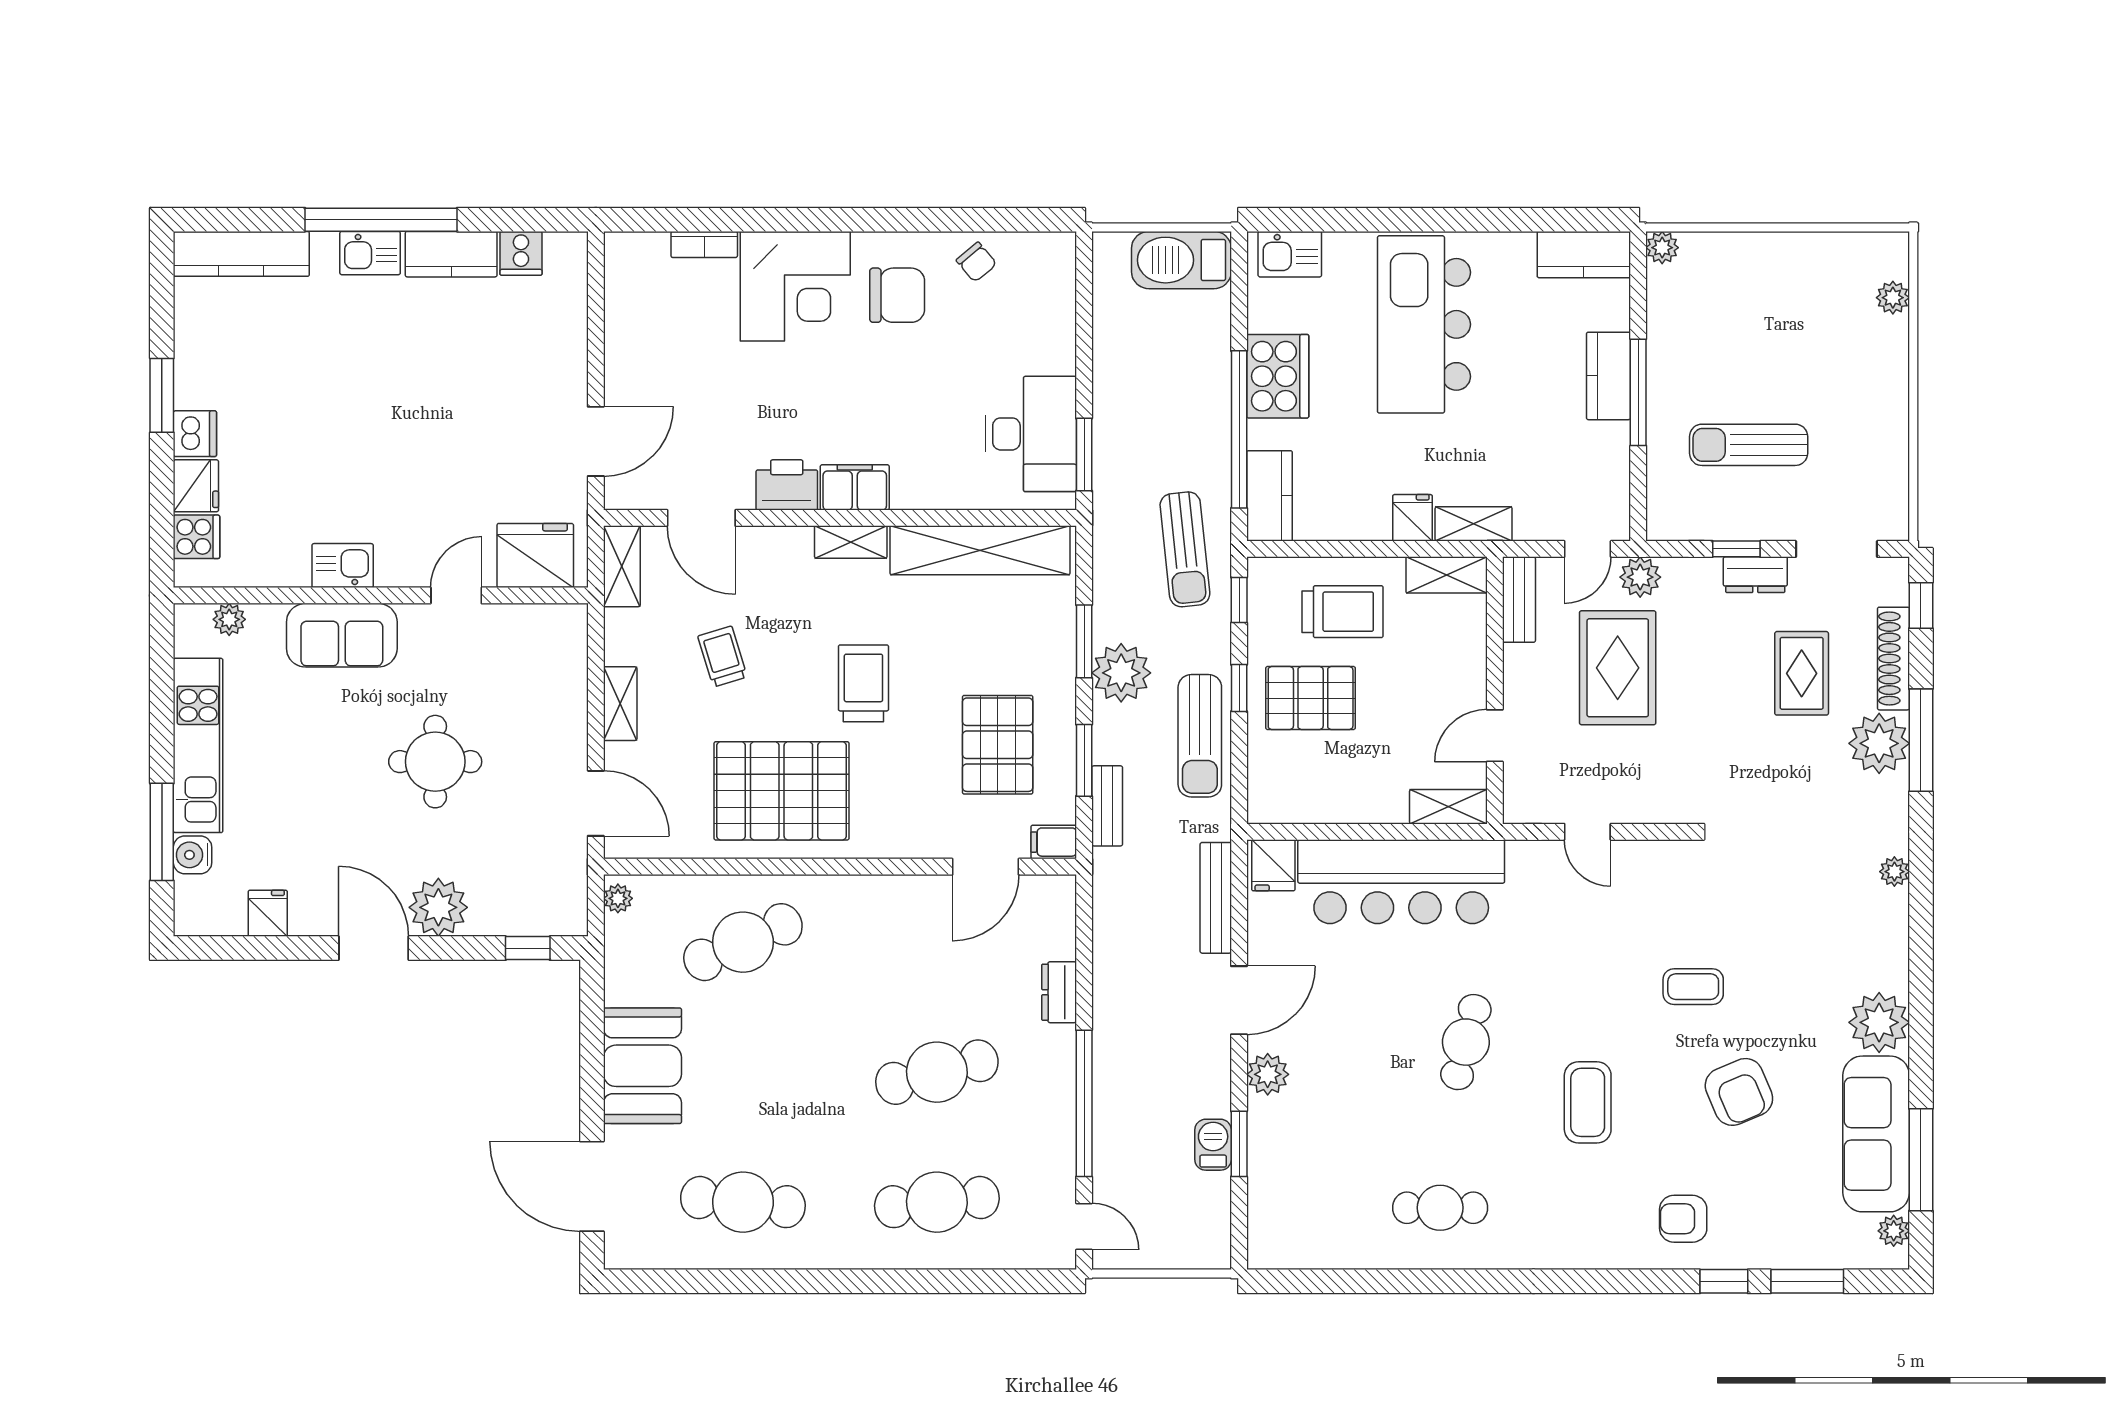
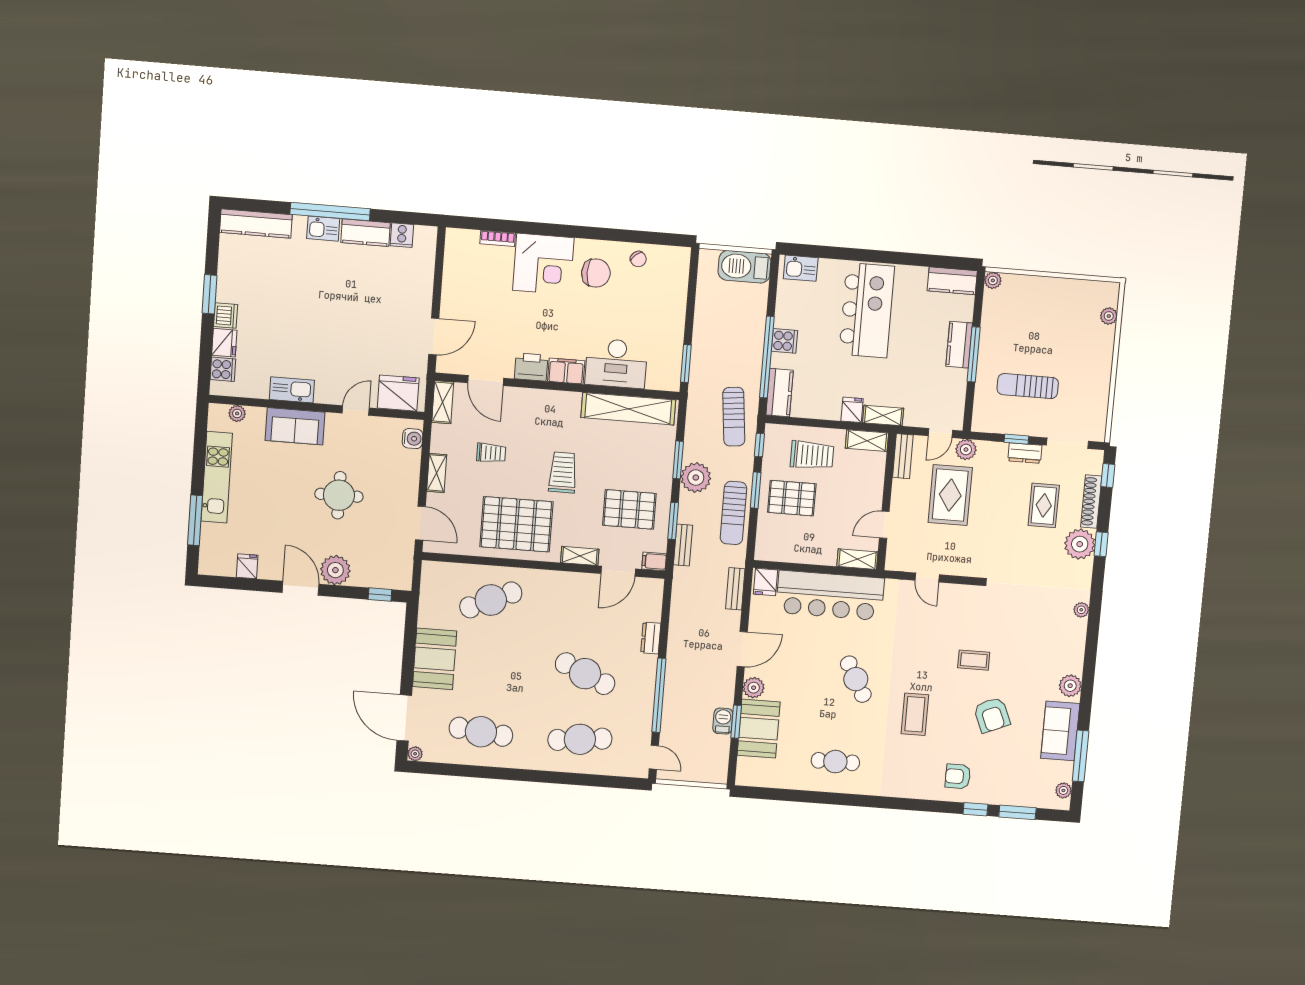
kitchen island: (1424, 324) -> (867, 310), turned 180
cooker: (1278, 376) -> (784, 341), width x0.53, depth x0.76
desk: (1031, 434) -> (616, 363), moved, turned 90
shelving: (851, 542) -> (580, 556), moved
kitchen sink: (343, 566) -> (292, 390), width x1.38
trolley: (722, 657) -> (491, 453), turned 107
window: (1239, 688) -> (756, 490), width x1.50
window: (1921, 740) -> (1101, 544), width x0.46
pallet: (998, 745) -> (629, 509), turned 90
water cooler: (193, 855) -> (412, 439), moved, turned 180
plant: (618, 898) -> (415, 754), moved
bench: (1216, 898) -> (735, 589), width x0.73
plant: (1879, 1022) -> (1070, 686), width x0.73, depth x0.73
cafe table: (1466, 1042) -> (856, 679), turned -44
cafe table: (937, 1072) -> (585, 674), turned 39
sofa: (1876, 1134) -> (1060, 731), width x0.73
booth: (1284, 1154) -> (759, 729), added

